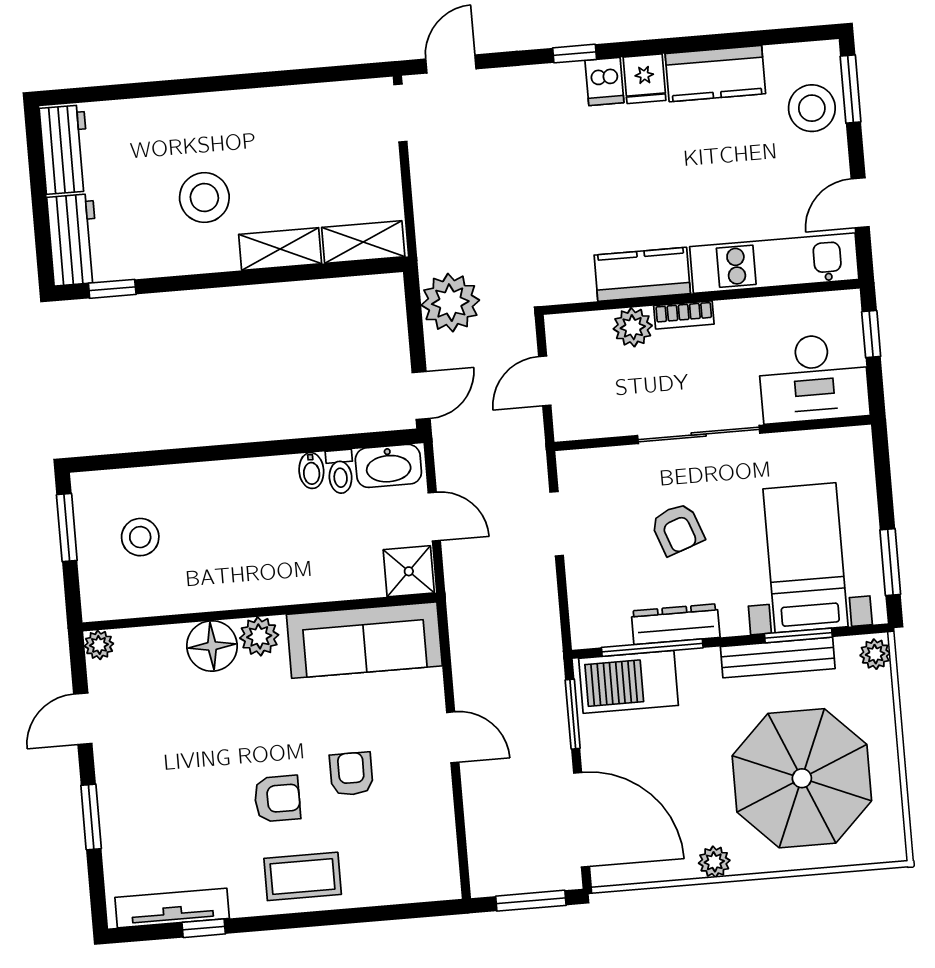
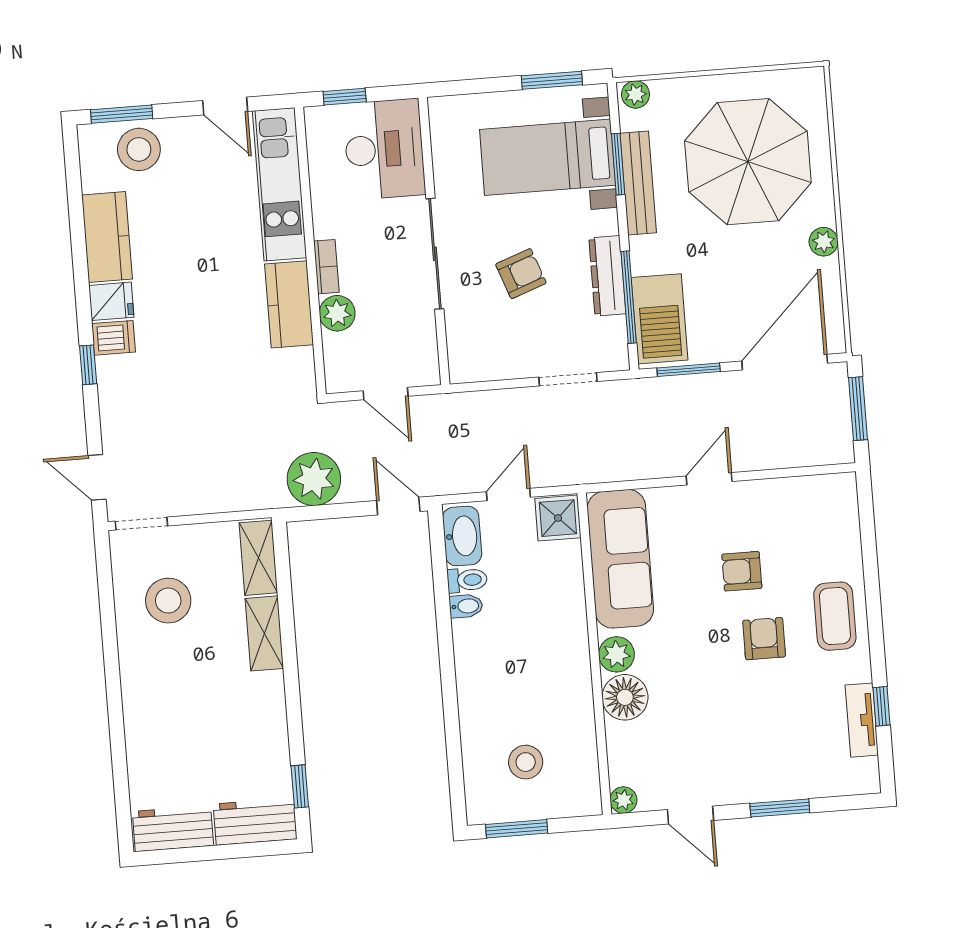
stool: (204, 198) -> (168, 601), moved
doorway: (557, 524) -> (568, 379), moved
tv unit: (172, 908) -> (862, 720), width x0.71

